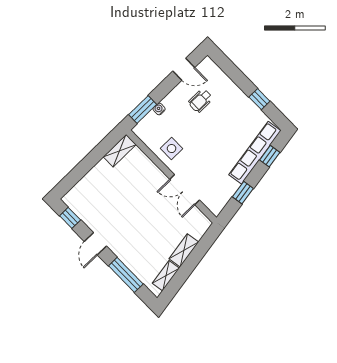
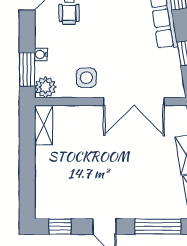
plant: (143, 130) -> (45, 87), added
double door: (185, 190) -> (134, 101), width x1.37

